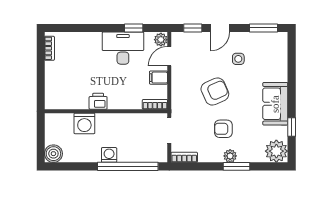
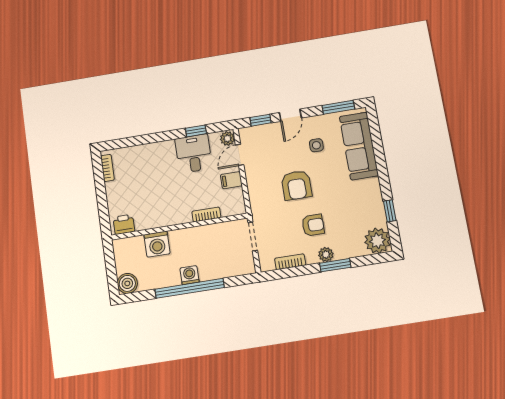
desk: (123, 48) -> (194, 153), width x0.73
armchair: (215, 91) -> (297, 185), turned 114
printer: (98, 101) -> (124, 224), moved
bookcase: (155, 104) -> (206, 214), moved
sofa: (275, 104) -> (359, 146), moved, width x1.36
armchair: (223, 129) -> (313, 225), turned 180
bookcase: (184, 157) -> (290, 262), moved
window: (128, 166) -> (190, 288), moved

